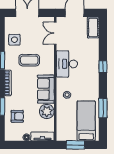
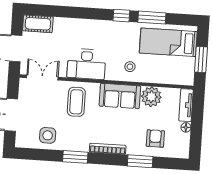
double door: (55, 33) -> (42, 77), swing flipped
coffee table: (29, 60) -> (76, 102), moved
window: (103, 67) -> (121, 16), moved

